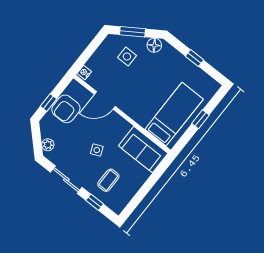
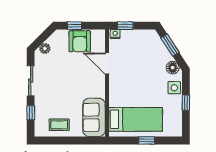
side table: (127, 56) -> (174, 88), moved
window: (84, 58) -> (125, 26), added
armchair: (66, 109) -> (80, 41), turned -90
side table: (97, 150) -> (68, 85), removed
coffee table: (108, 180) -> (59, 125), moved

